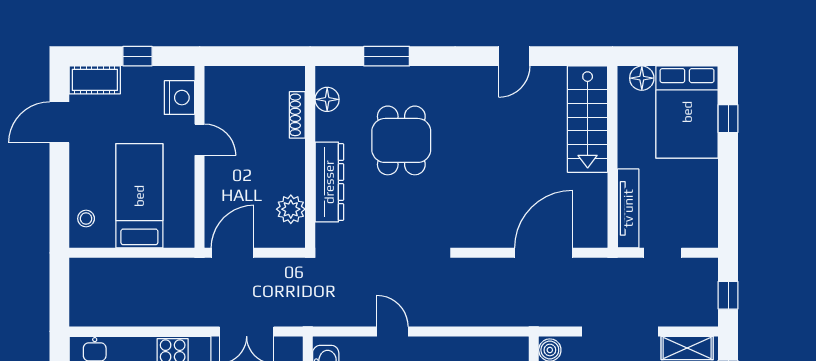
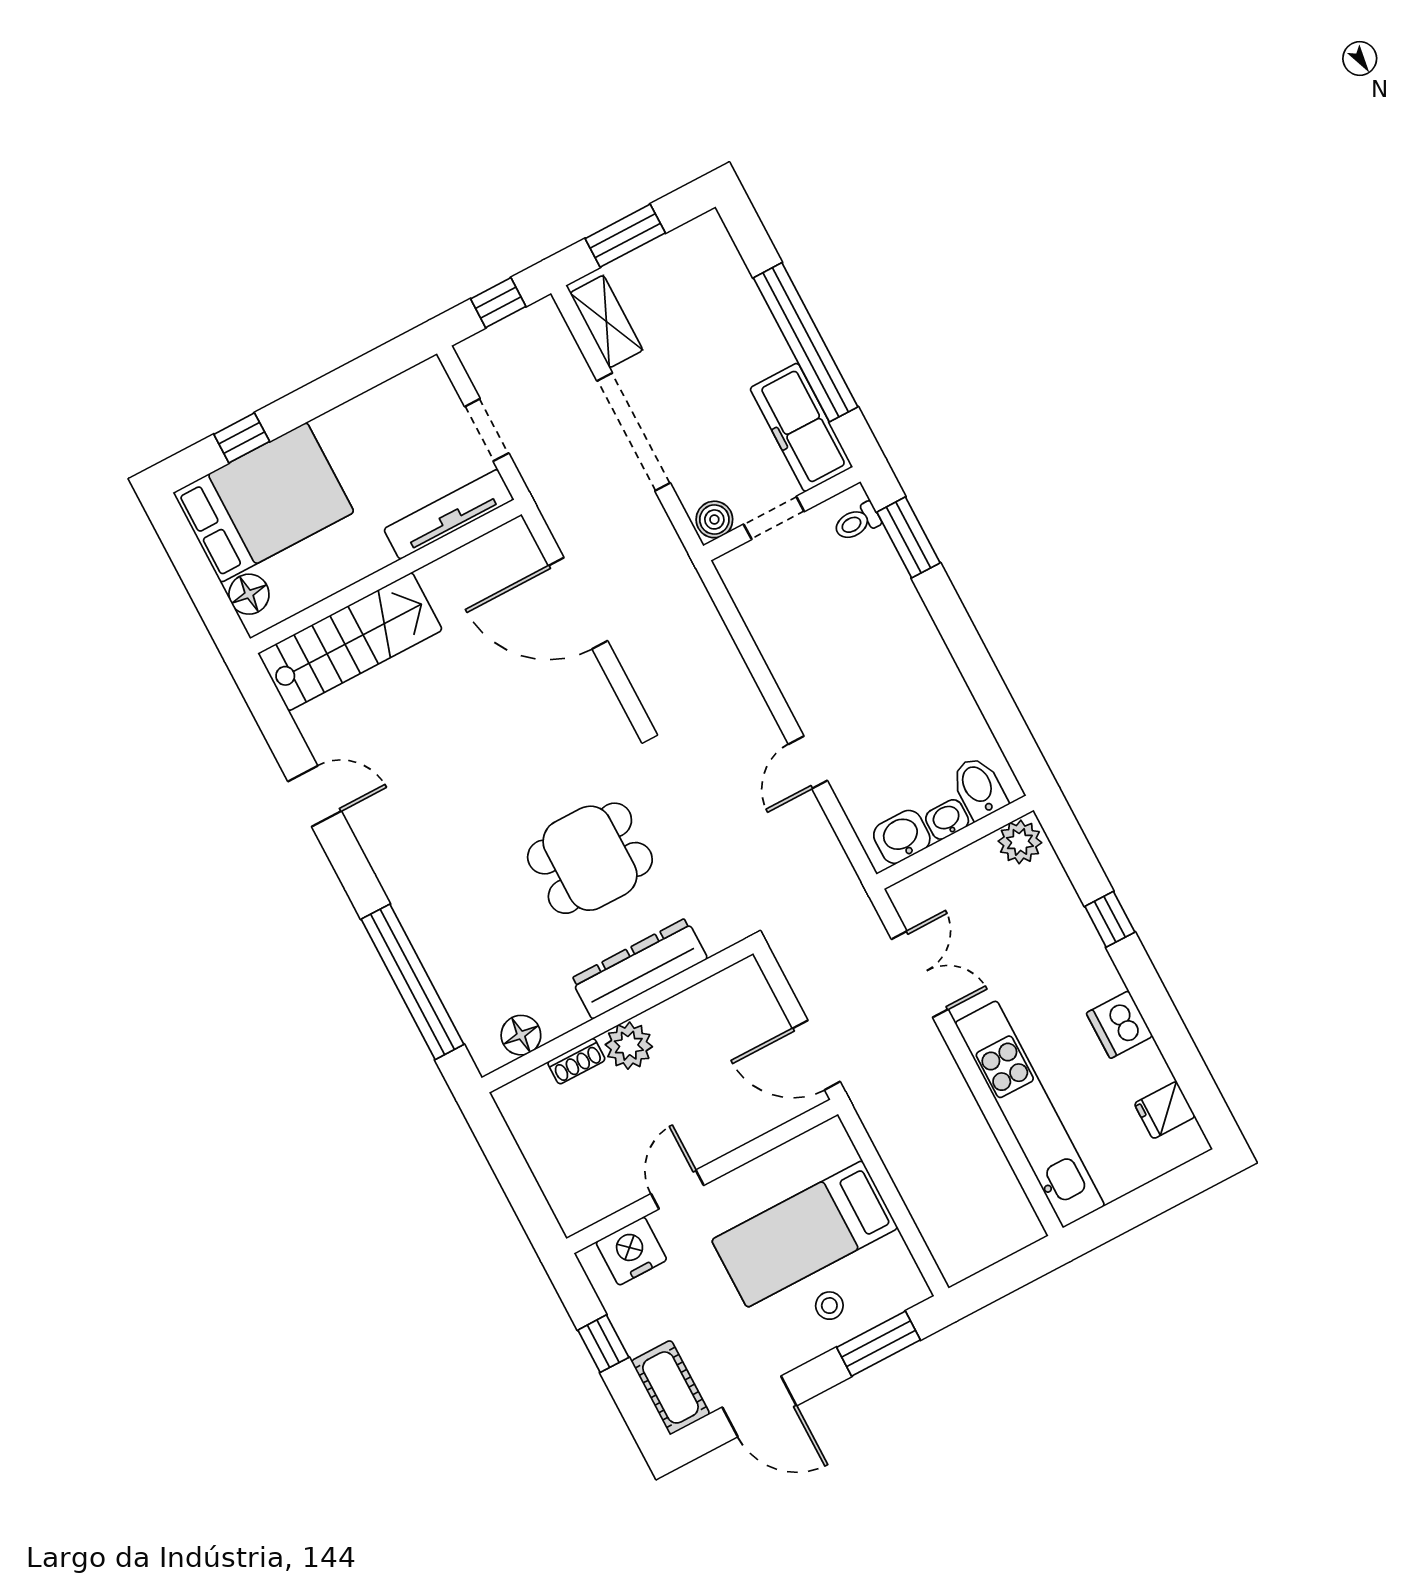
window: (387, 56) -> (412, 982), width x2.11
shoe rack: (297, 115) -> (576, 1061), width x0.70
dining table: (401, 140) -> (590, 858), moved
window: (59, 204) -> (878, 1344), added
plant: (291, 209) -> (629, 1046), moved
stool: (86, 219) -> (829, 1306), moved

